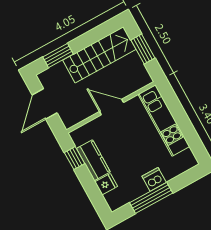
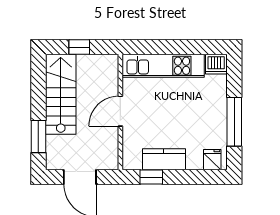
window: (143, 49) -> (79, 47), width x0.67
dishwasher: (154, 179) -> (216, 64), moved, turned -90
fridge: (106, 184) -> (212, 160), moved

